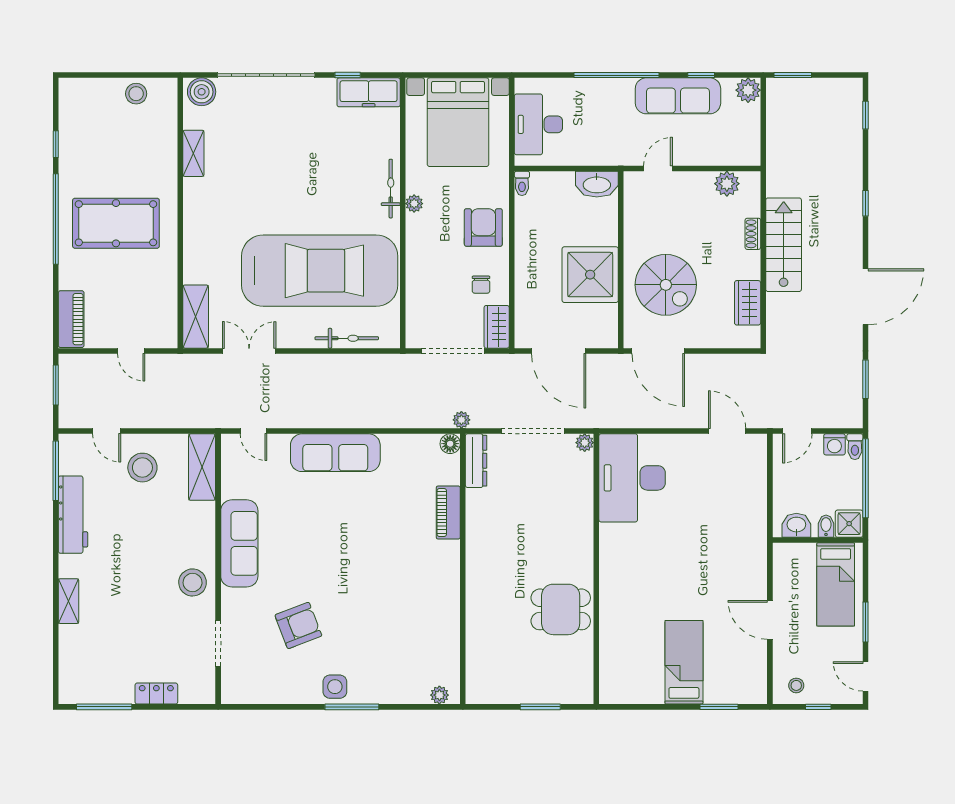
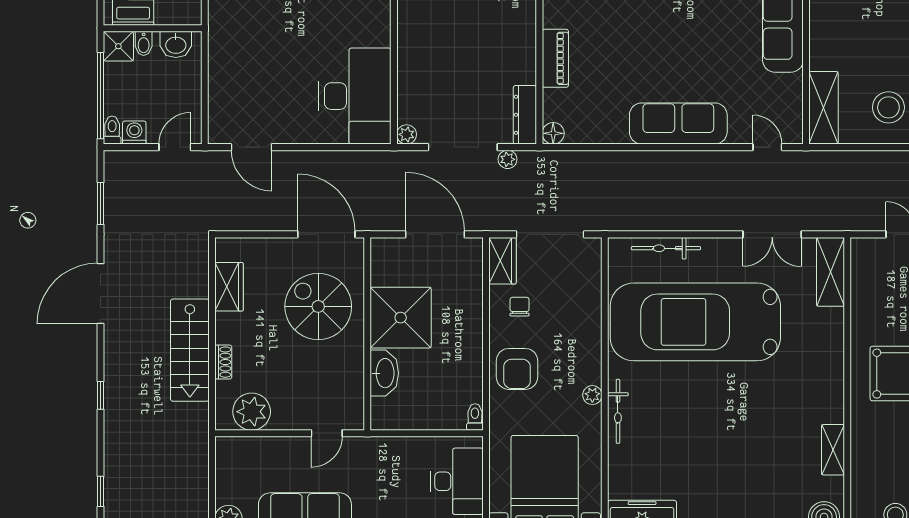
washbasin: (597, 184) -> (384, 373), moved, turned 90
plant: (727, 184) -> (252, 412), width x1.36, depth x1.36
plant: (461, 420) -> (508, 159), moved

